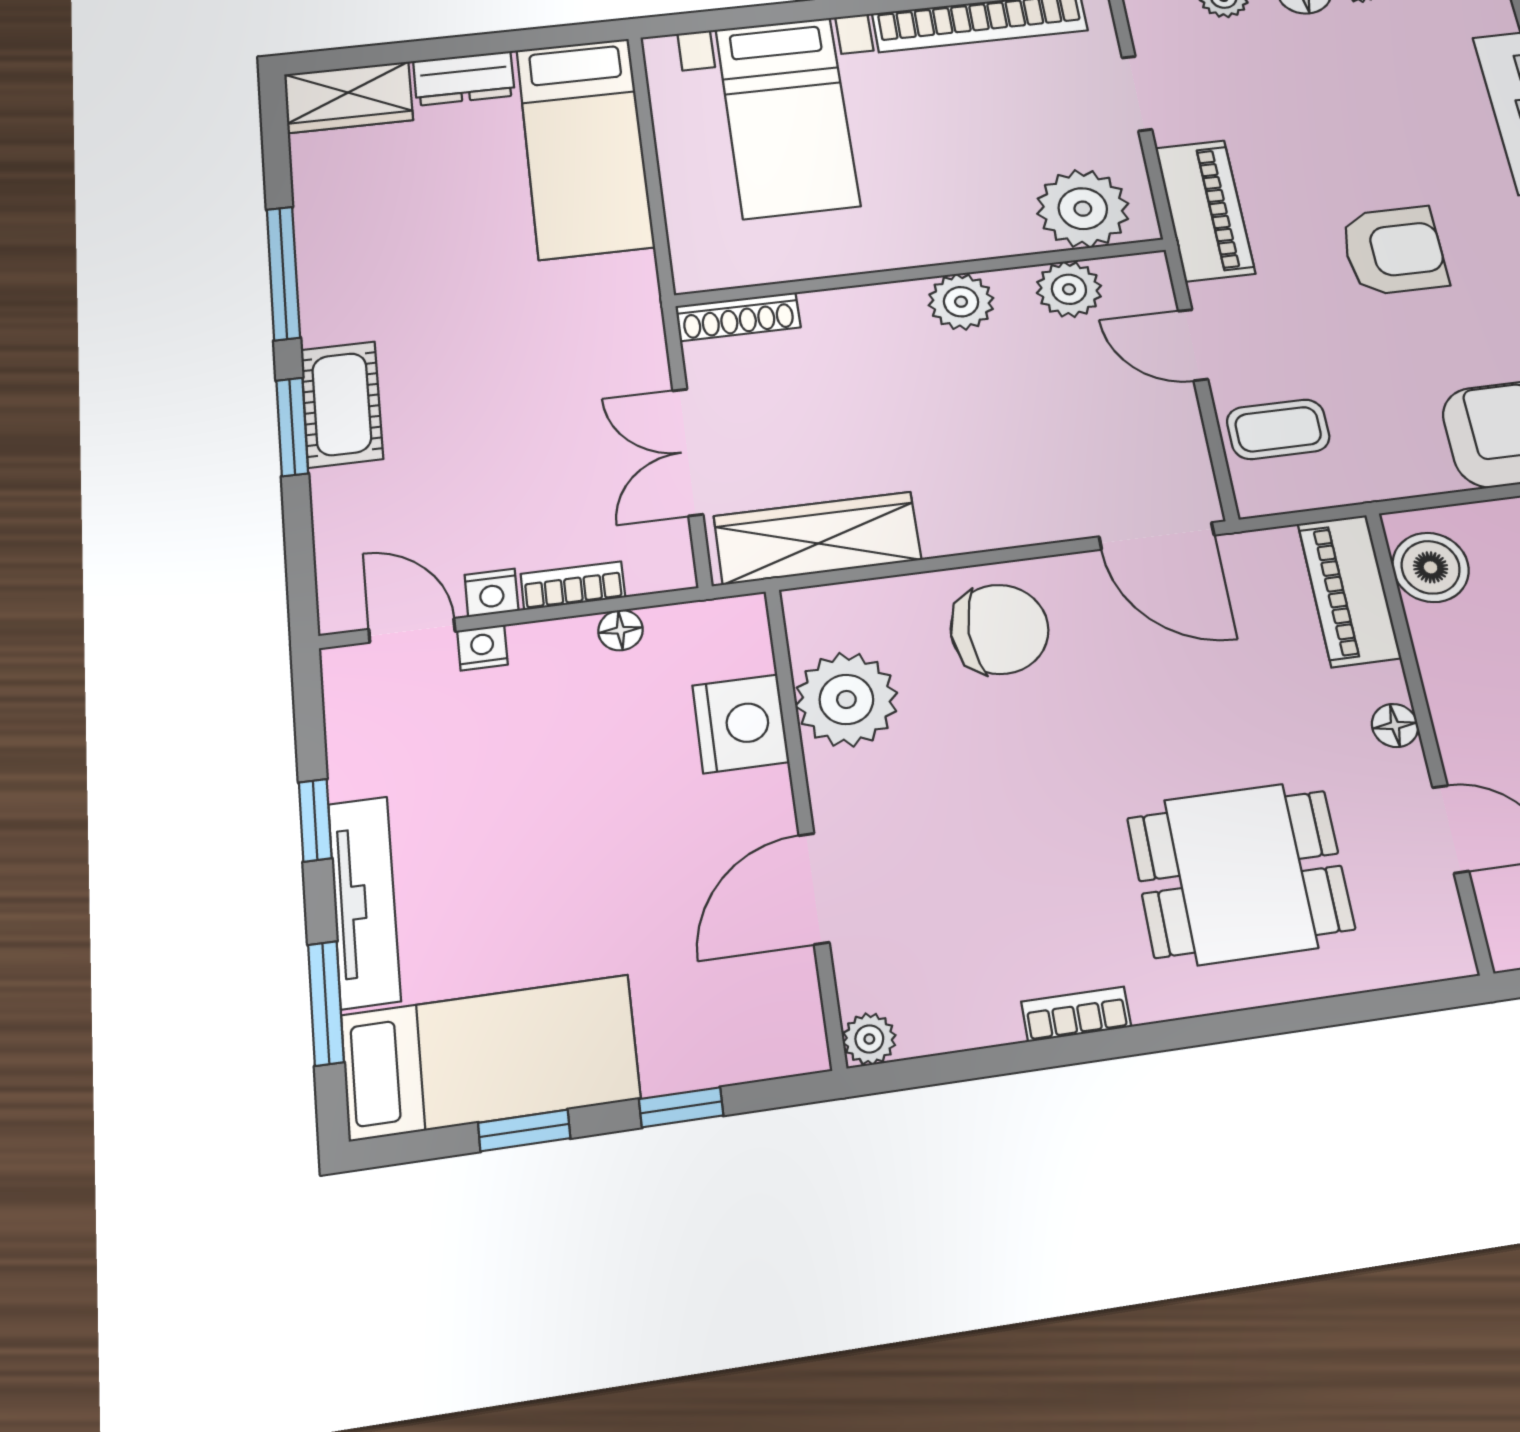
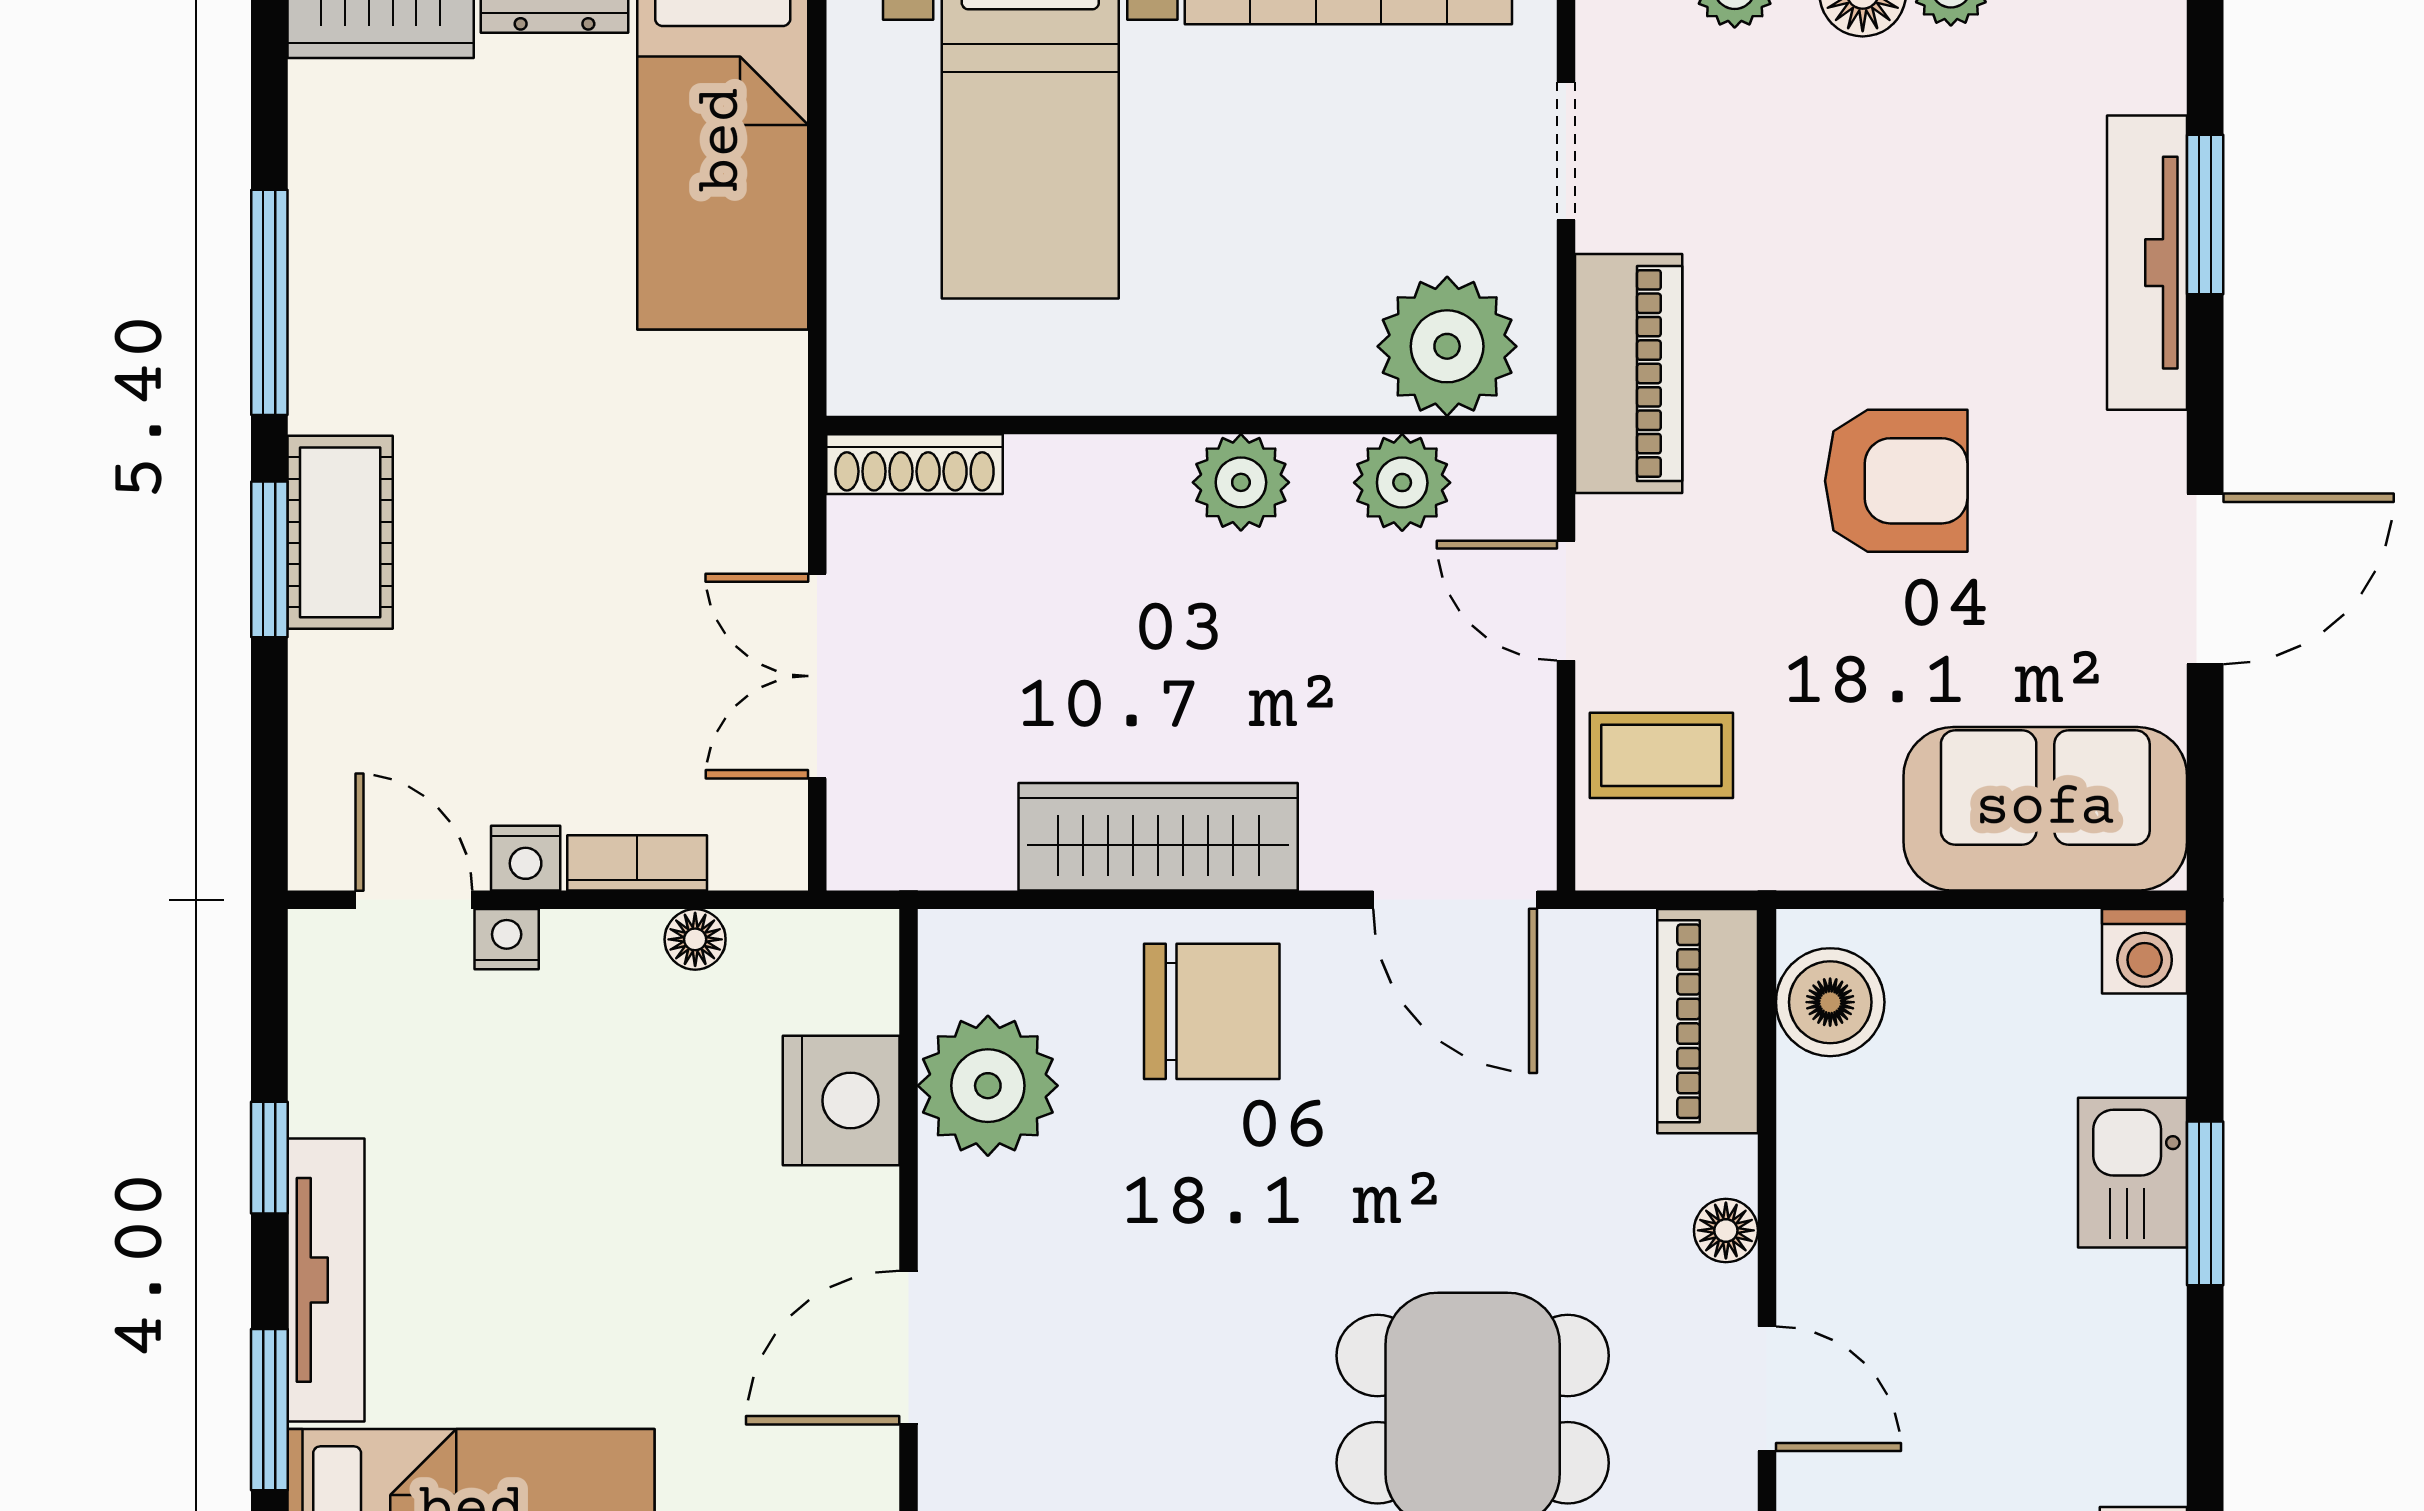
wardrobe: (817, 538) -> (1158, 837), moved

